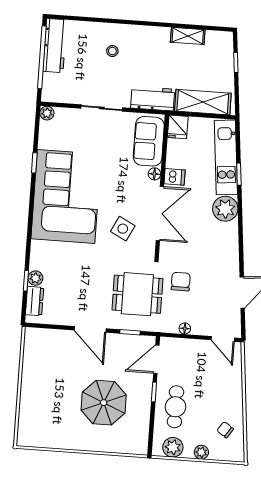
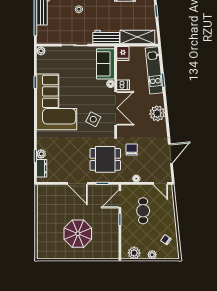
plant: (225, 209) -> (157, 113), moved
parasol: (104, 403) -> (78, 234), moved
cafe table: (175, 407) -> (143, 211), moved

